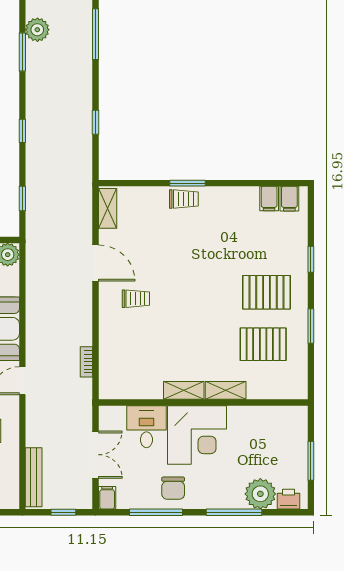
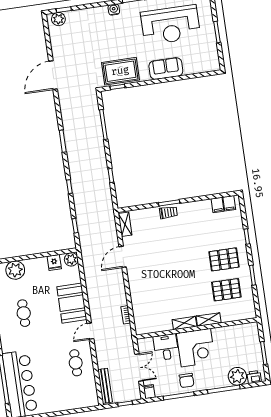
plant: (37, 30) -> (69, 127), removed
door: (96, 263) -> (123, 257), swing flipped
trolley: (136, 299) -> (149, 274), removed

